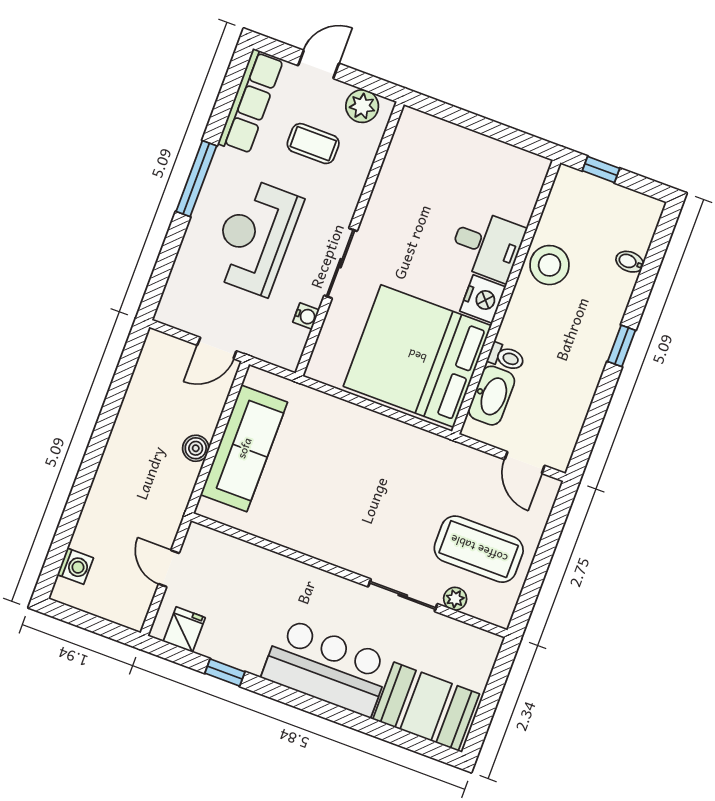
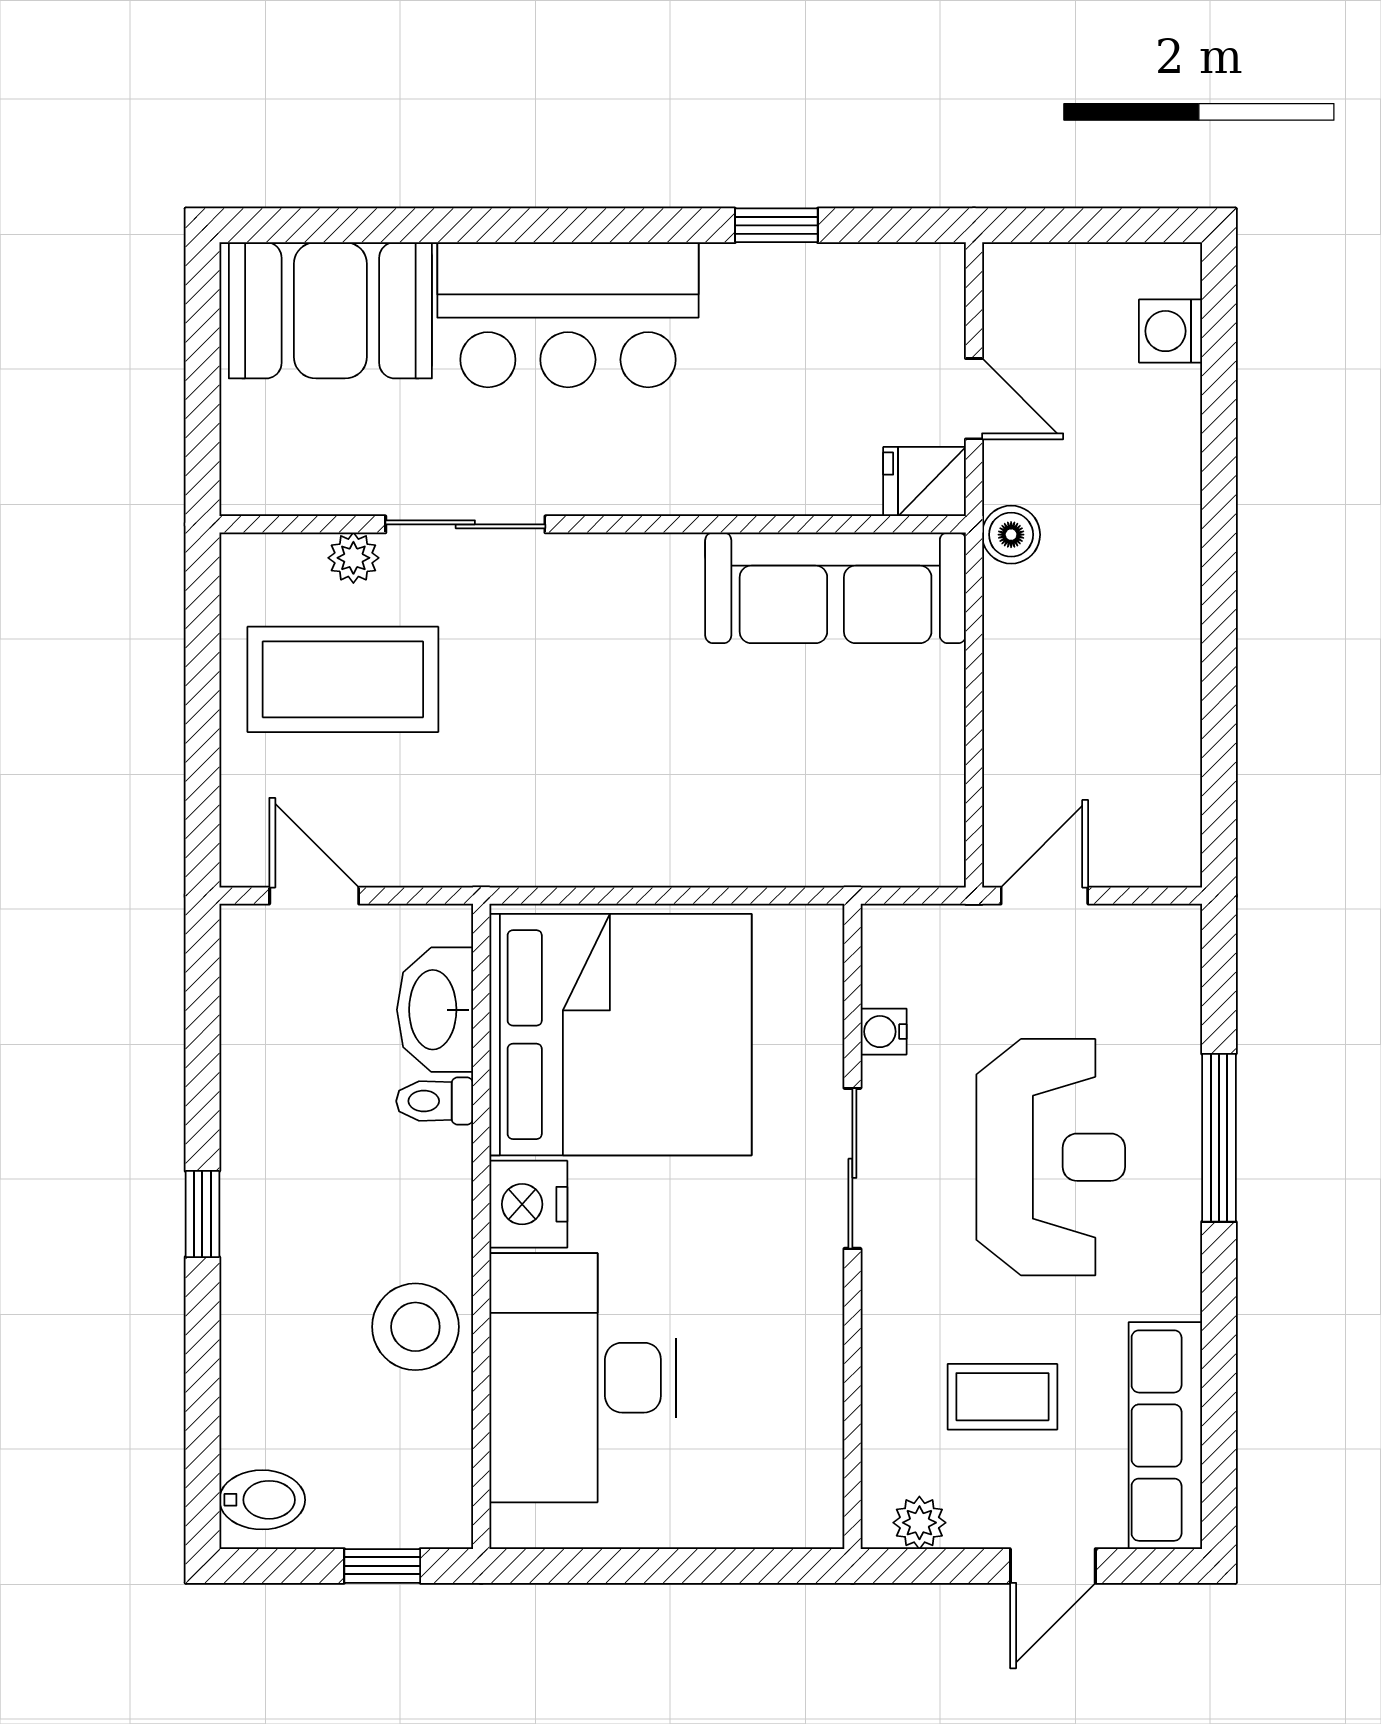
plant: (362, 106) -> (919, 1523), width x0.73, depth x0.73
window: (196, 179) -> (1219, 1138), moved
desk: (487, 245) -> (583, 1378), width x1.87, depth x1.30
bidet: (630, 262) -> (262, 1500), moved, width x1.38, depth x1.36
boiler: (196, 448) -> (1011, 535), moved
sofa: (244, 448) -> (836, 588), moved, turned -90
fridge: (184, 630) -> (925, 482), moved, turned 90

